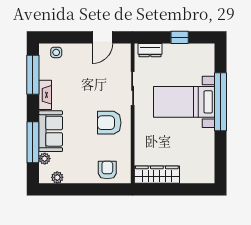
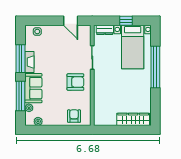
door: (103, 37) -> (71, 21), hinge flipped
window: (33, 75) -> (20, 59), moved
bed with nightstands: (184, 102) -> (133, 47), moved, turned -90
armchair: (109, 123) -> (75, 82), turned 180
wardrobe: (157, 175) -> (133, 119), moved

